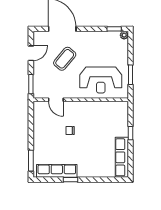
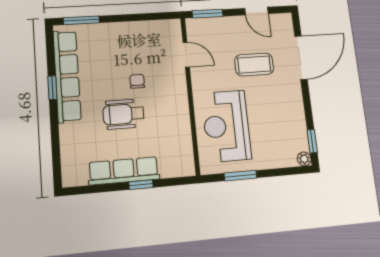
coffee table: (65, 59) -> (254, 65), turned -40
door: (56, 100) -> (186, 55), swing flipped
wheelchair: (89, 140) -> (124, 114), added
row of seats: (122, 157) -> (124, 171), moved
row of seats: (57, 171) -> (67, 76), width x1.36

